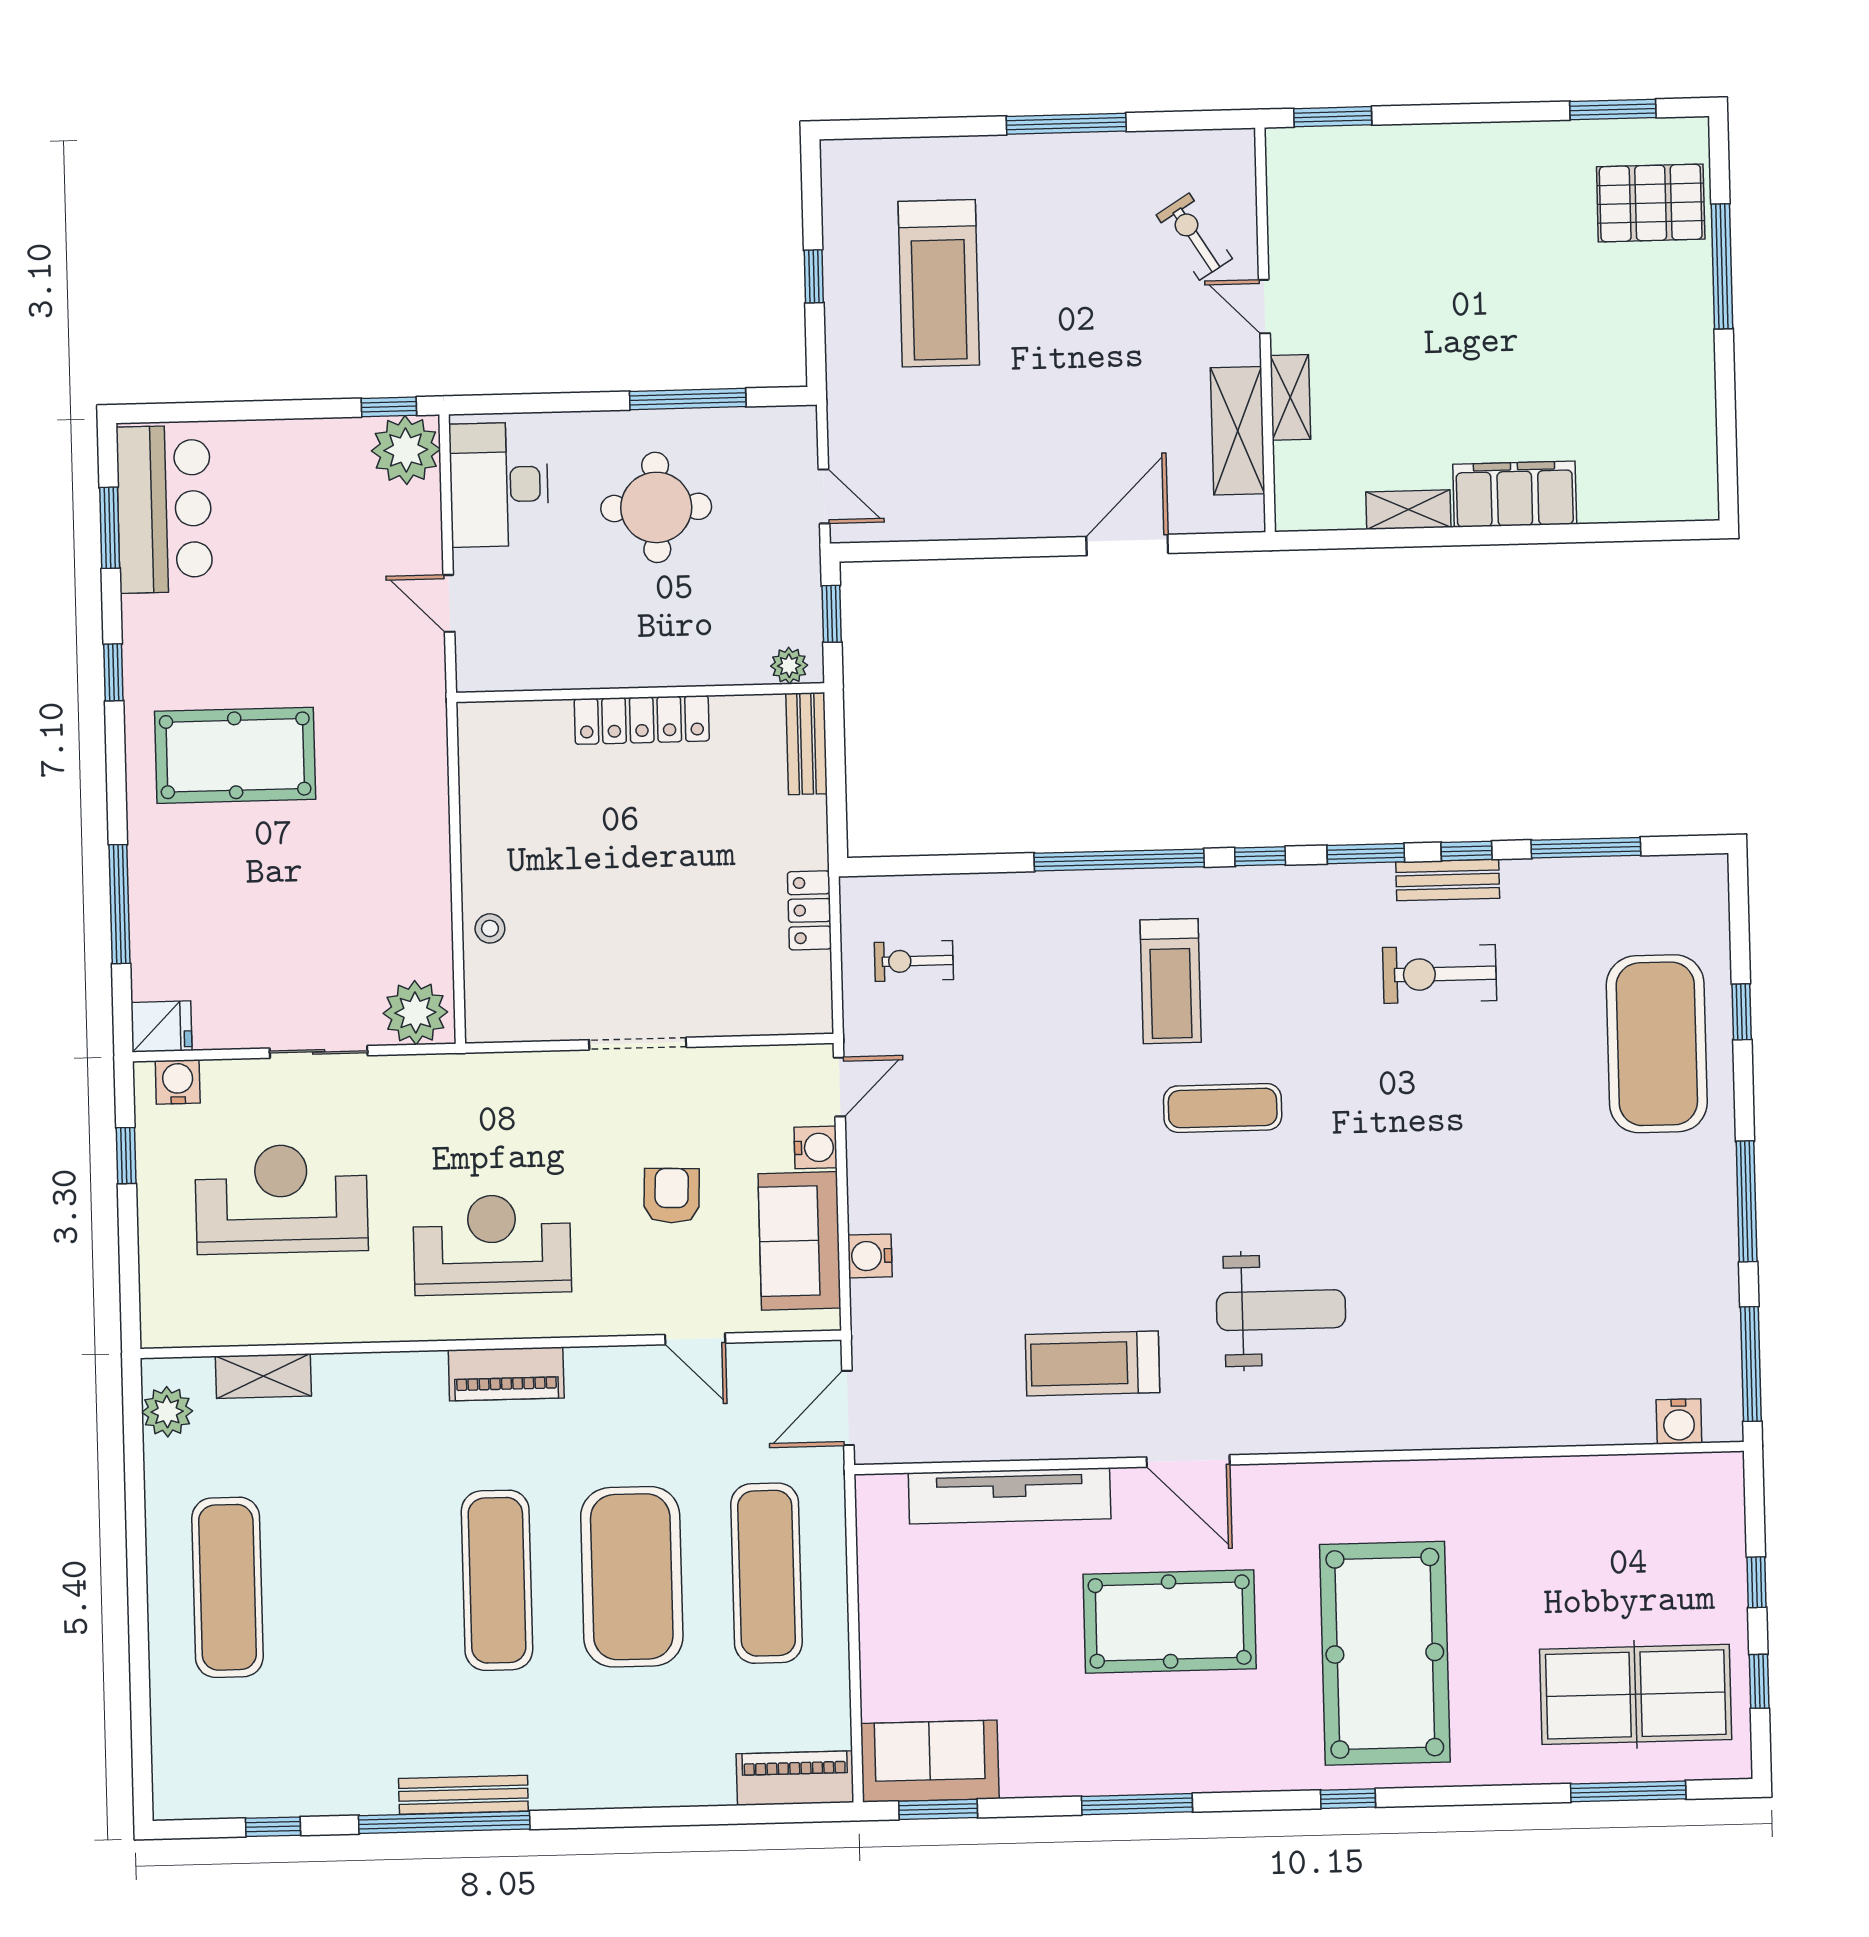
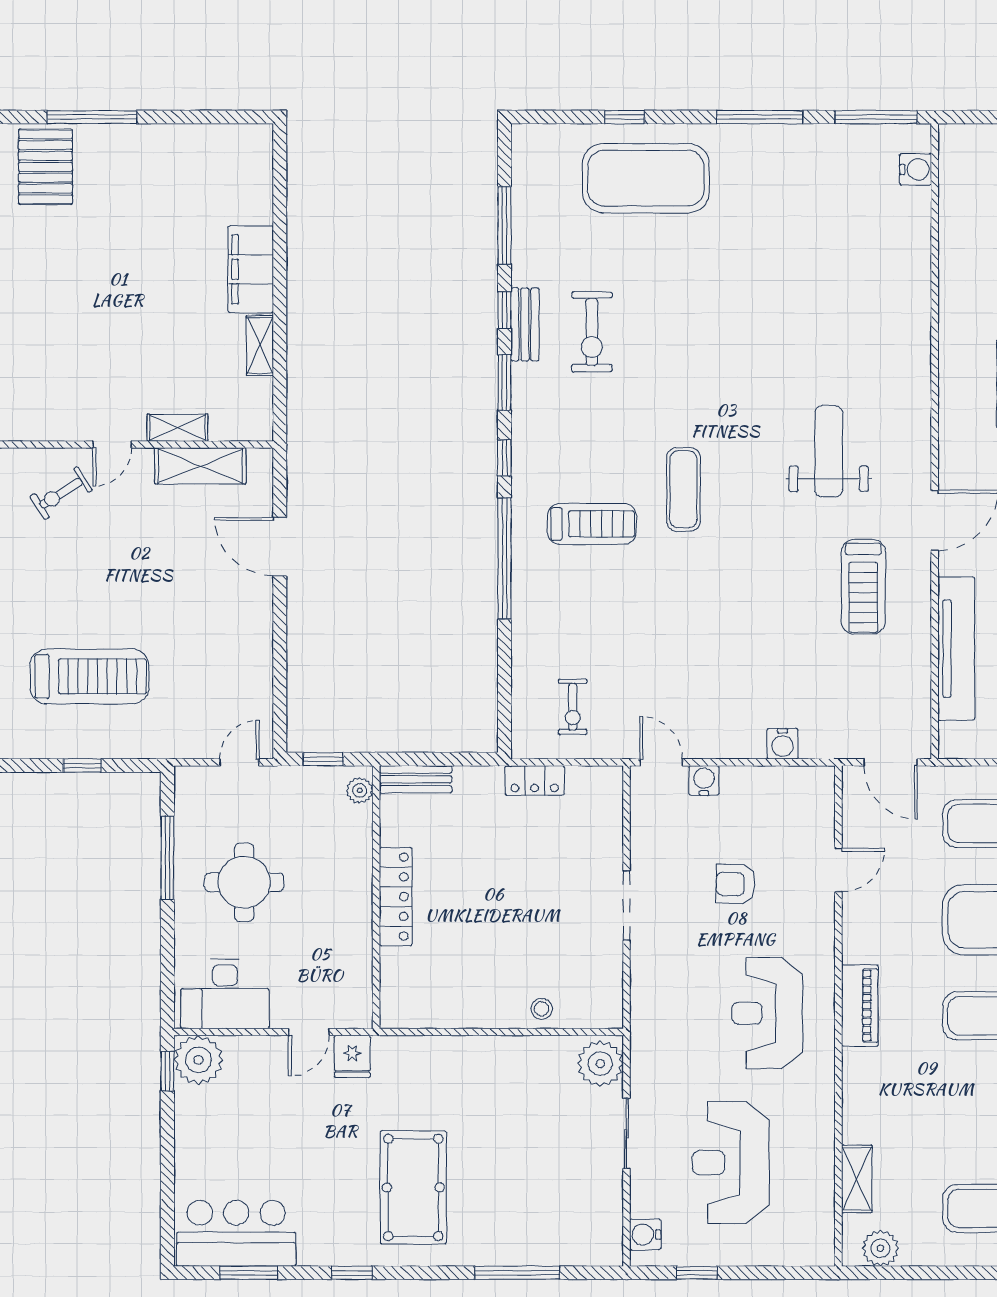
fridge: (161, 1027) -> (352, 1056), moved, turned 180
sofa: (799, 1241) -> (770, 794), removed

